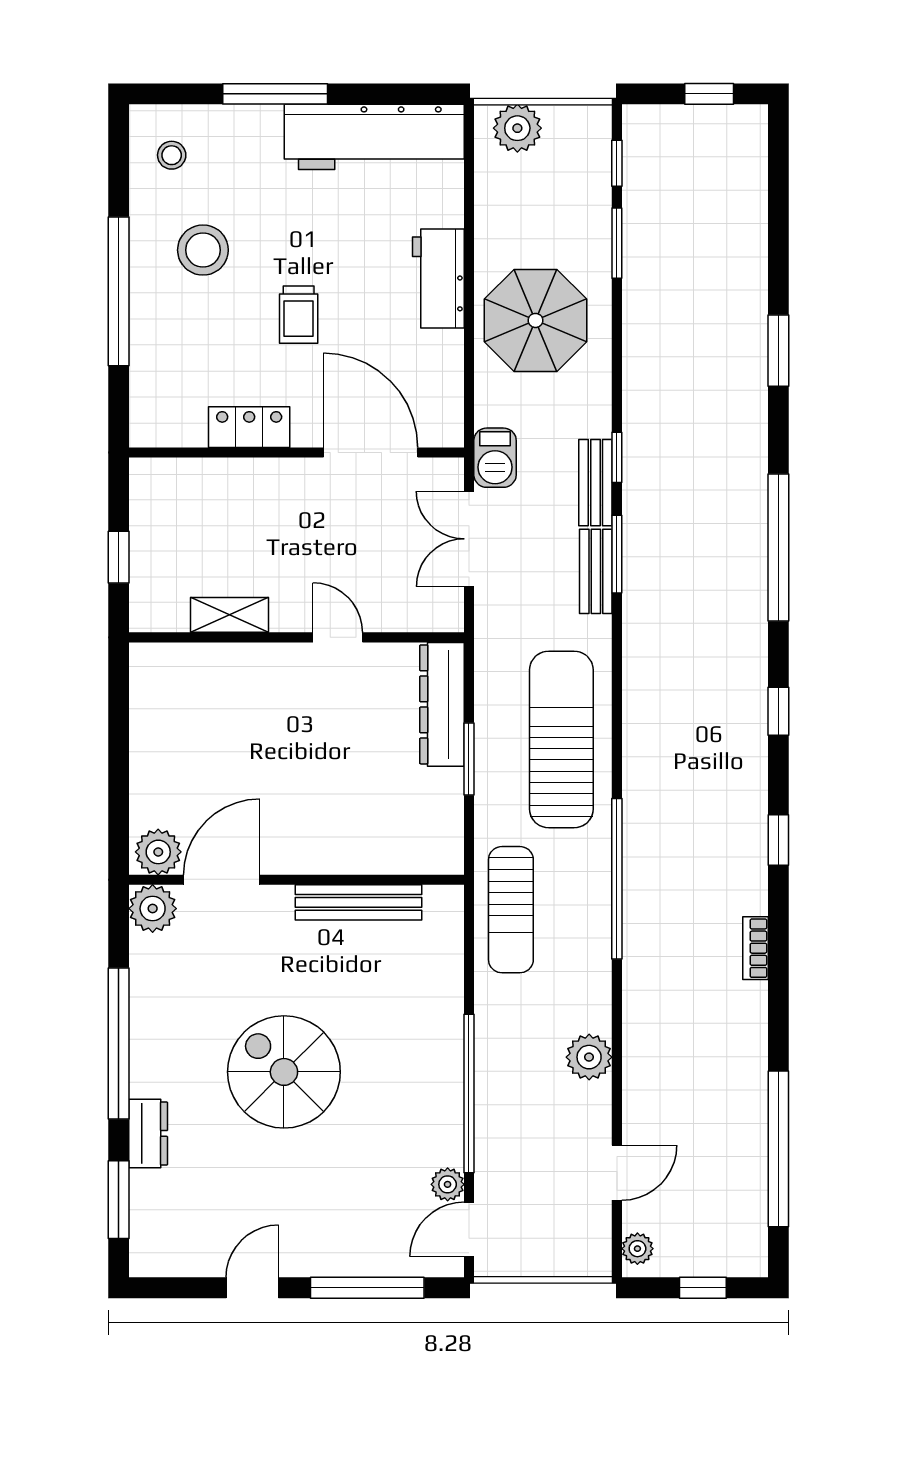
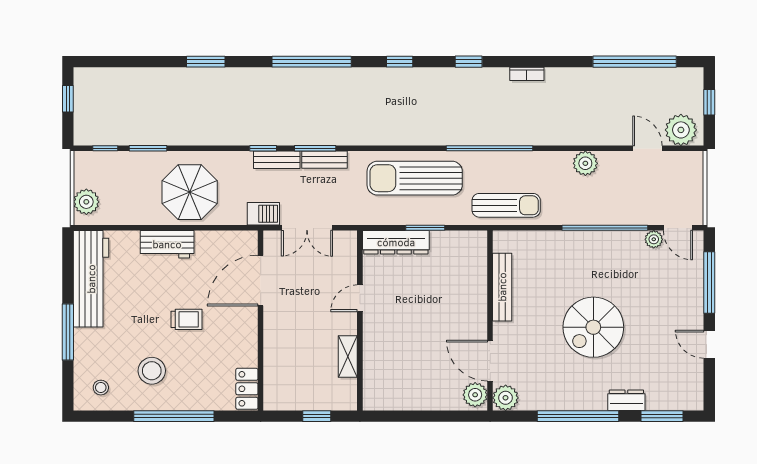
locker: (249, 427) -> (247, 389), moved
plant: (637, 1249) -> (681, 130), width x1.88, depth x1.88

